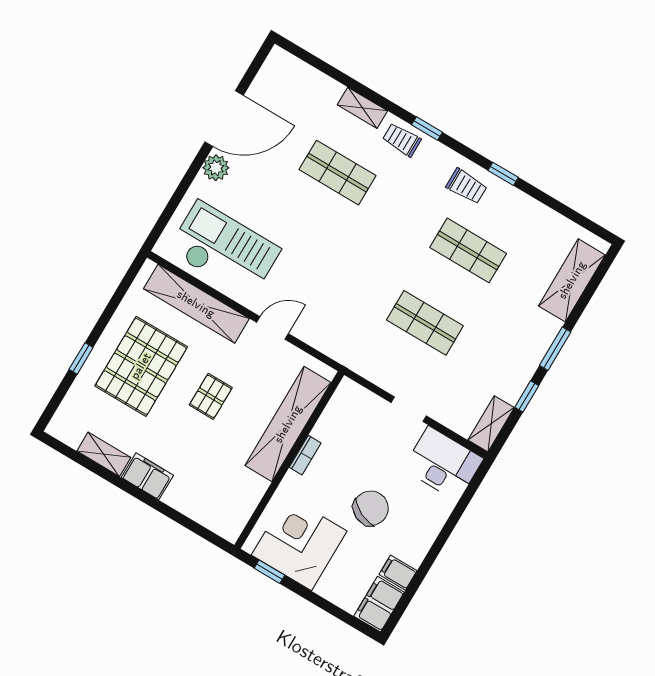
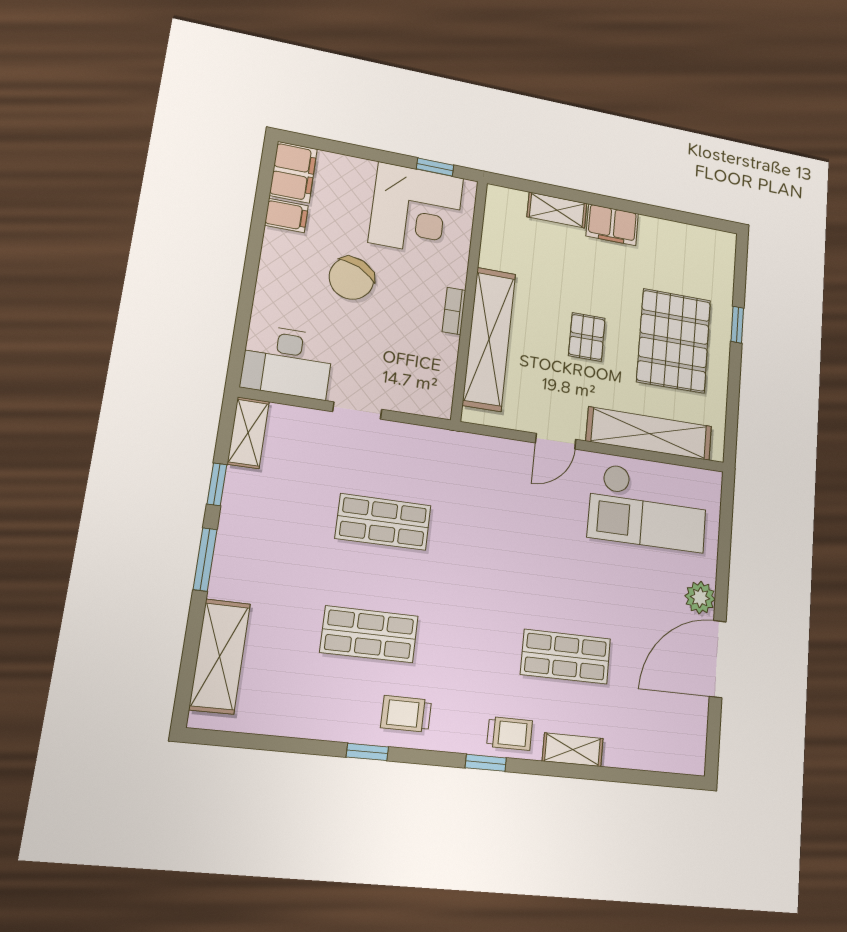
shelving: (104, 454) -> (557, 210), moved

